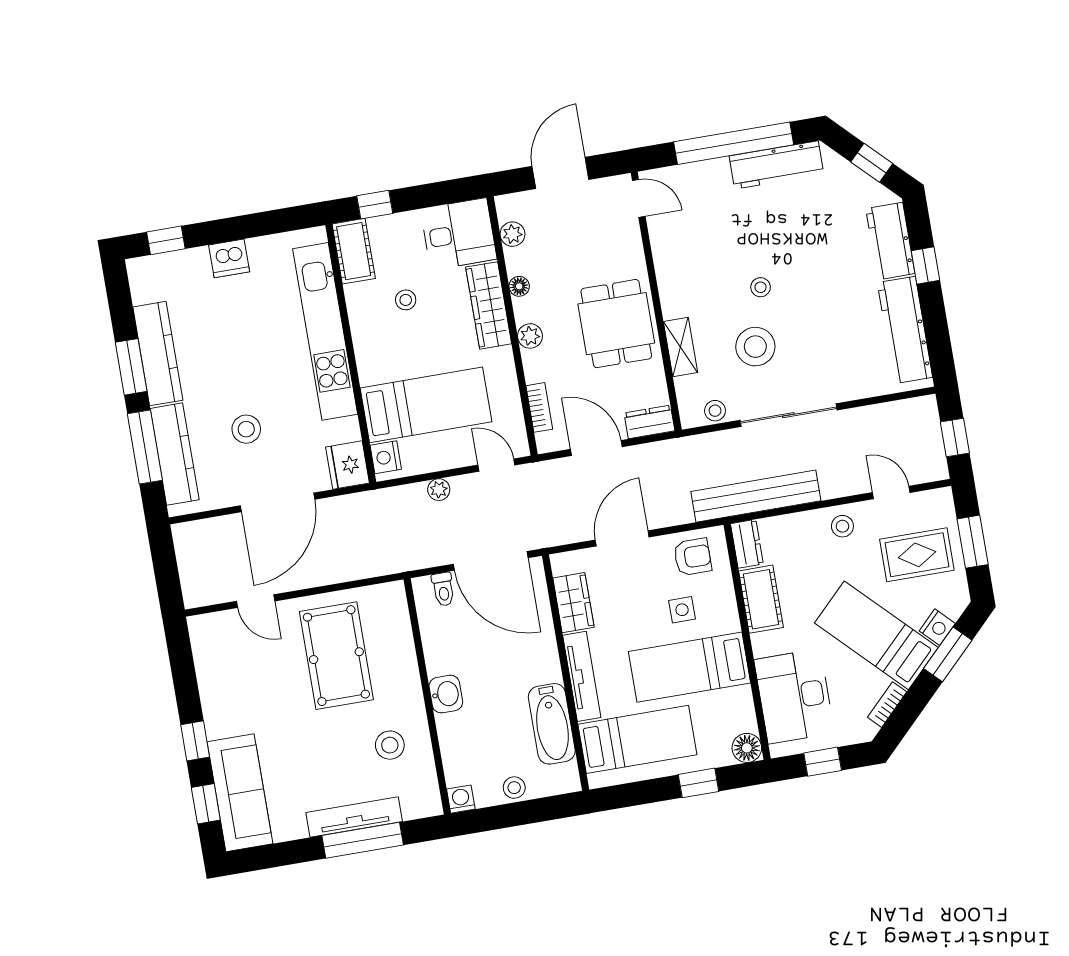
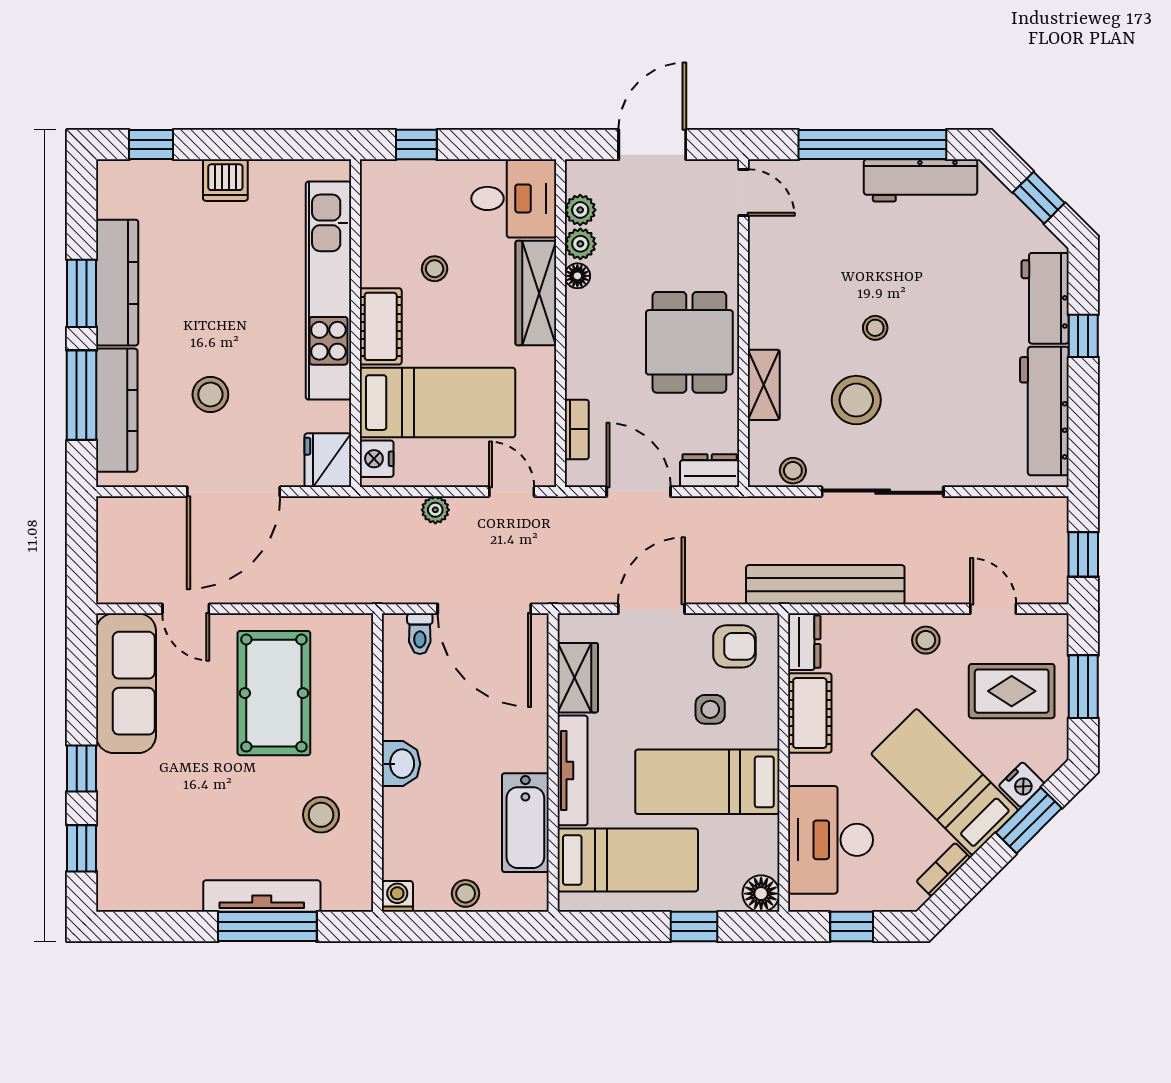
cot: (354, 251) -> (381, 326), moved
plant: (530, 336) -> (580, 244), moved
sofa: (240, 793) -> (126, 683), moved

